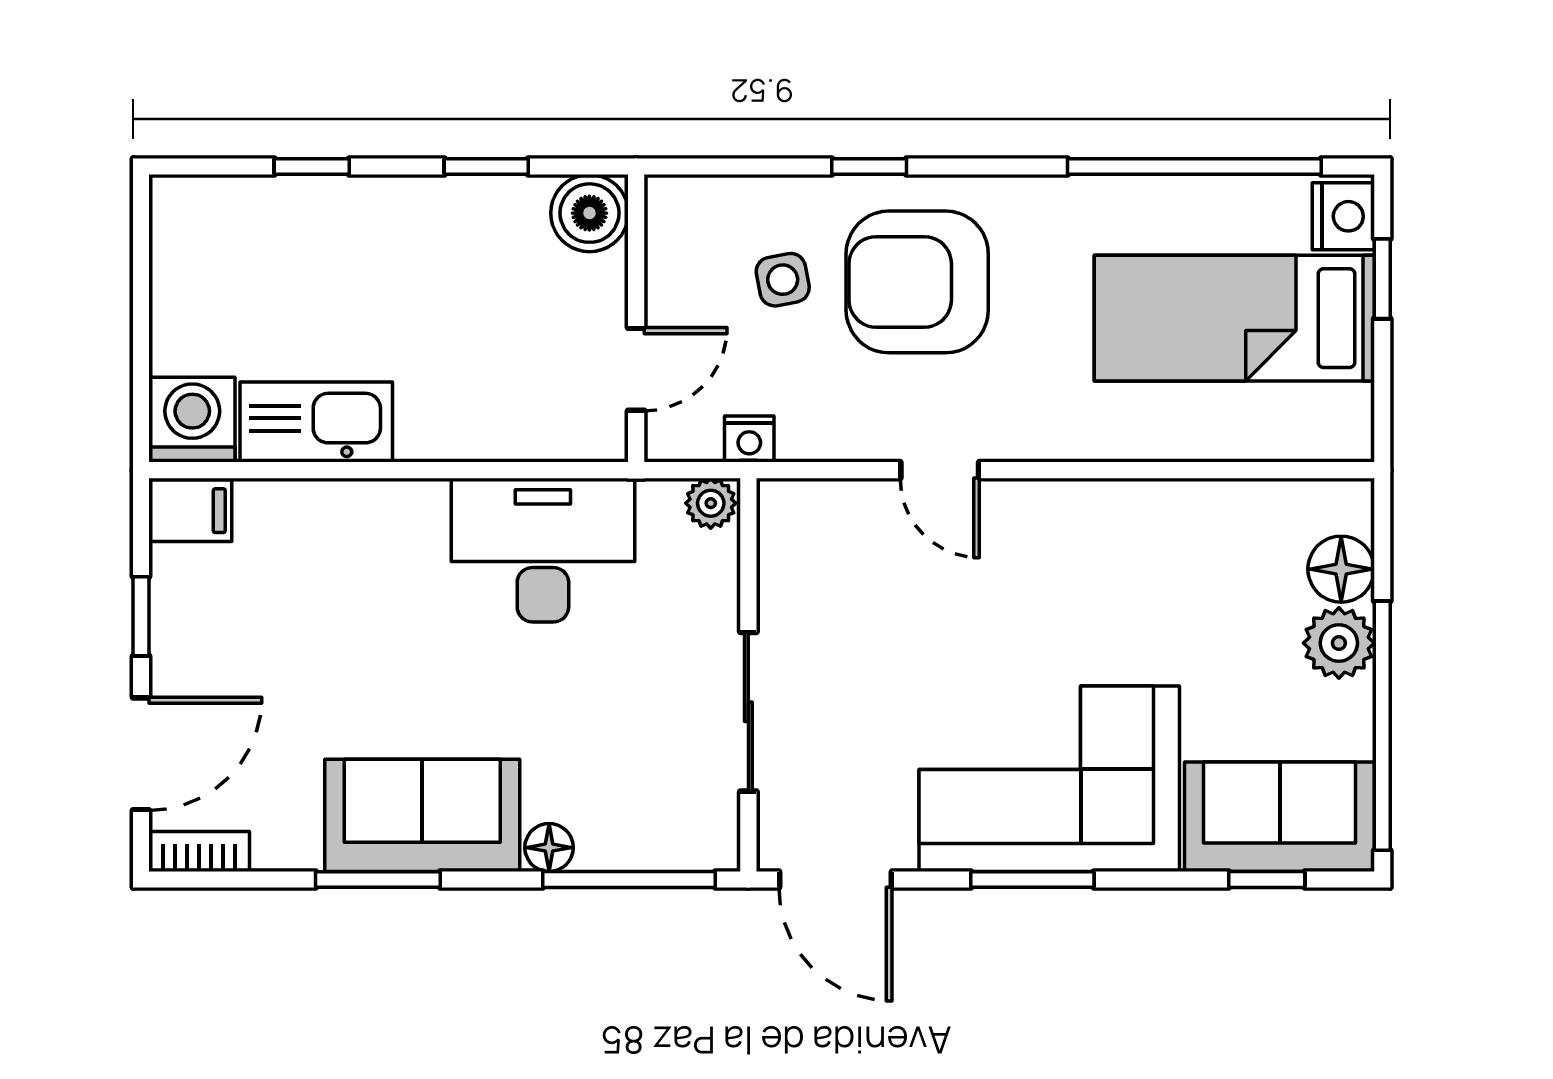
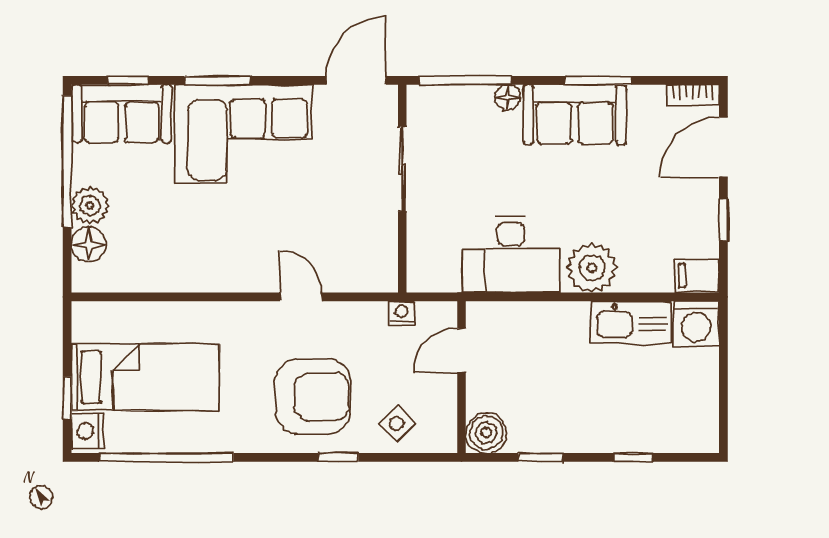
side table: (783, 280) -> (397, 423), moved, turned -32
plant: (711, 503) -> (592, 268), moved, width x1.87, depth x1.87
door: (835, 880) -> (356, 80), hinge flipped
window: (1032, 880) -> (217, 80), moved

